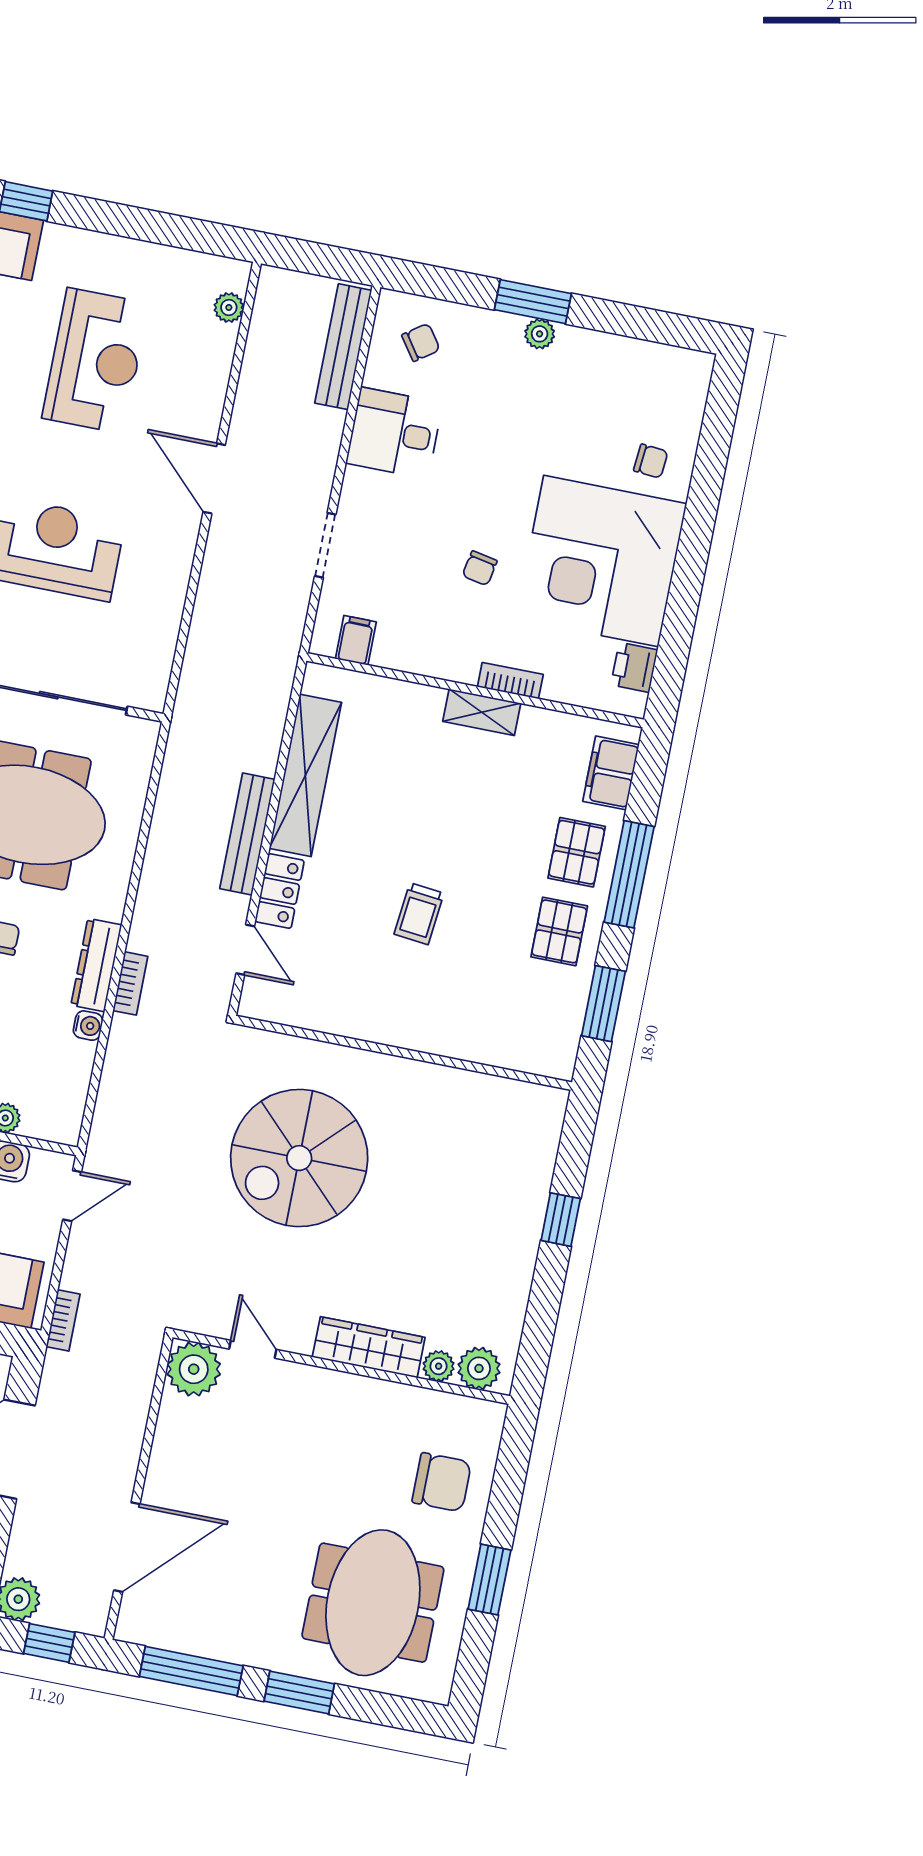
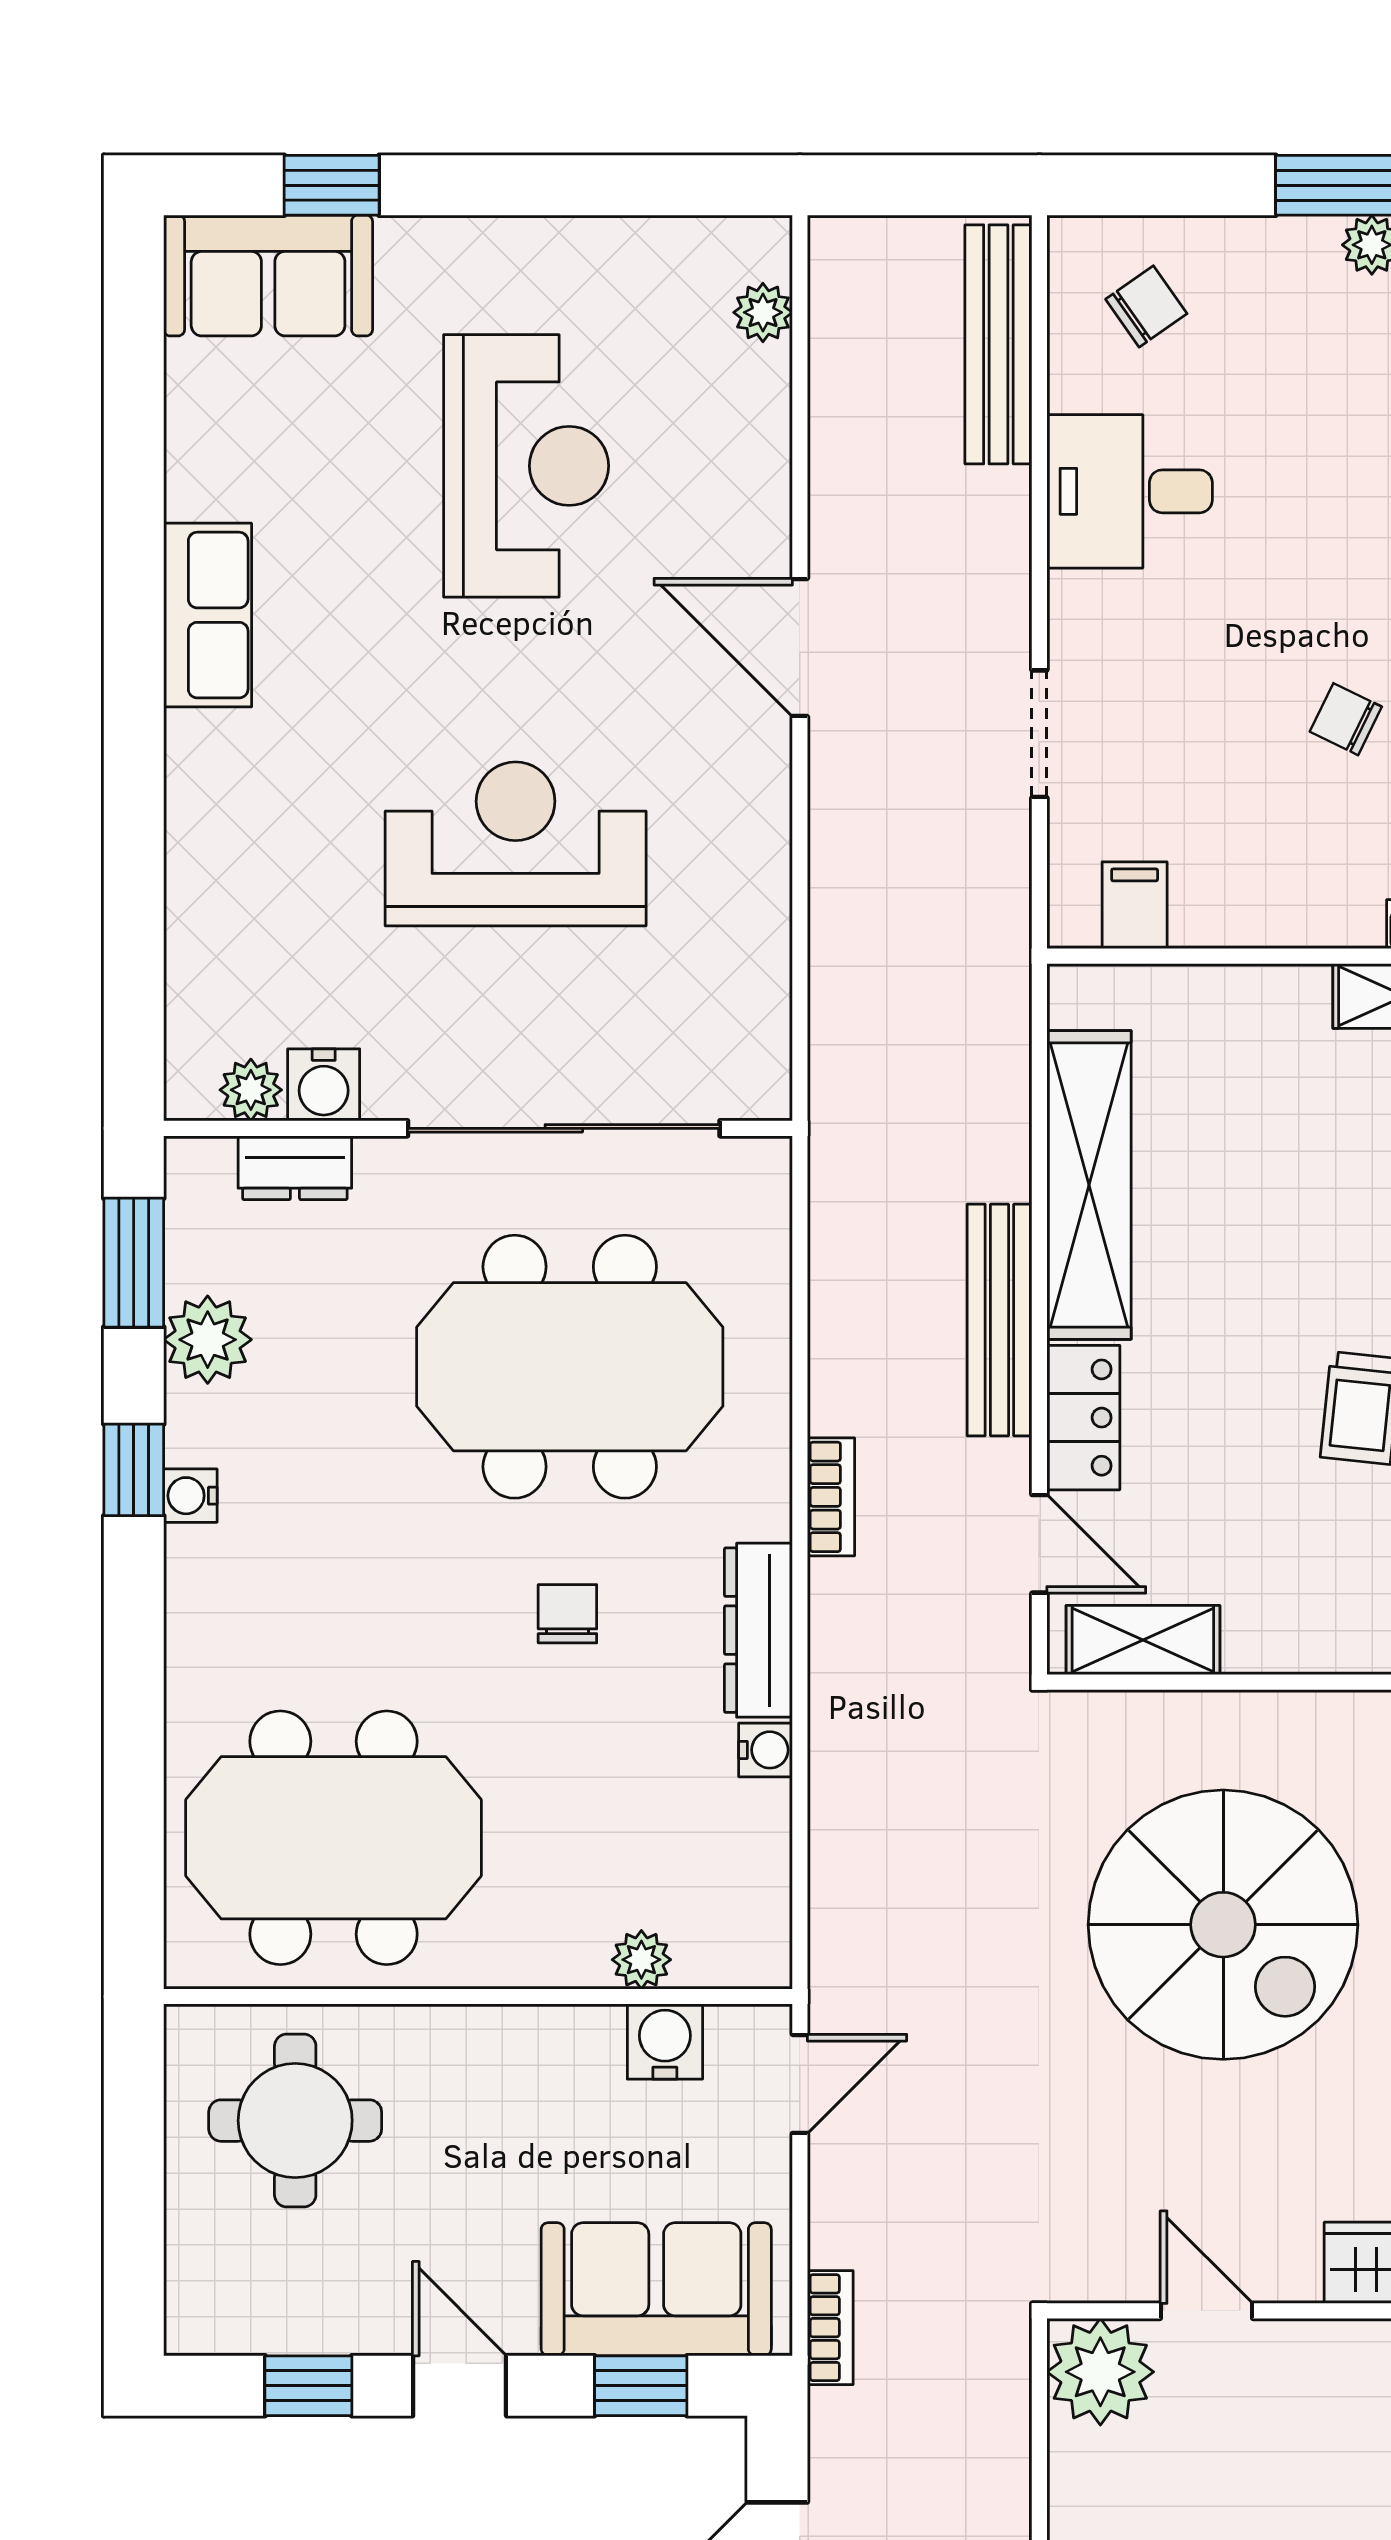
chair: (480, 568) -> (1346, 719), turned 105
bookcase: (130, 983) -> (831, 1497), moved
shelving: (287, 1008) -> (1143, 1640), added
spiral stairs: (299, 1158) -> (1223, 1925), turned -90

